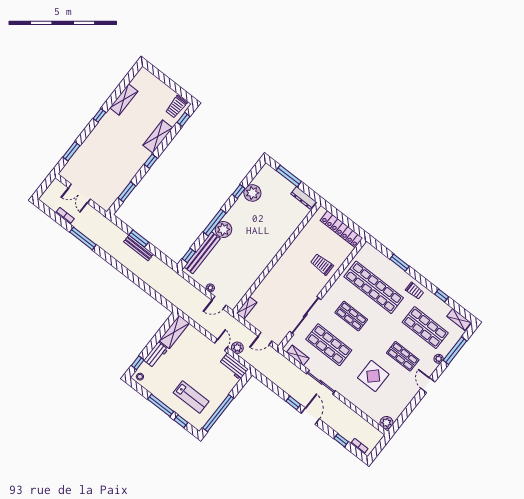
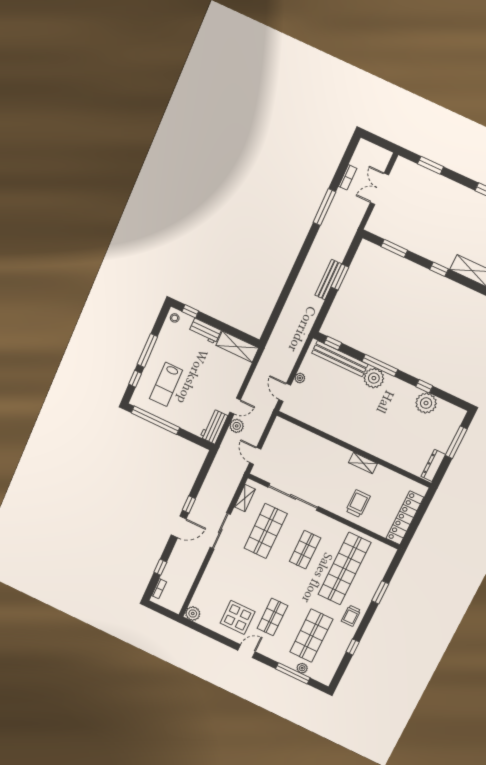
shelving: (247, 308) -> (363, 463), moved
shelving: (459, 319) -> (329, 671), removed
plant: (439, 359) -> (302, 668), moved
display table: (373, 376) -> (238, 617), moved

